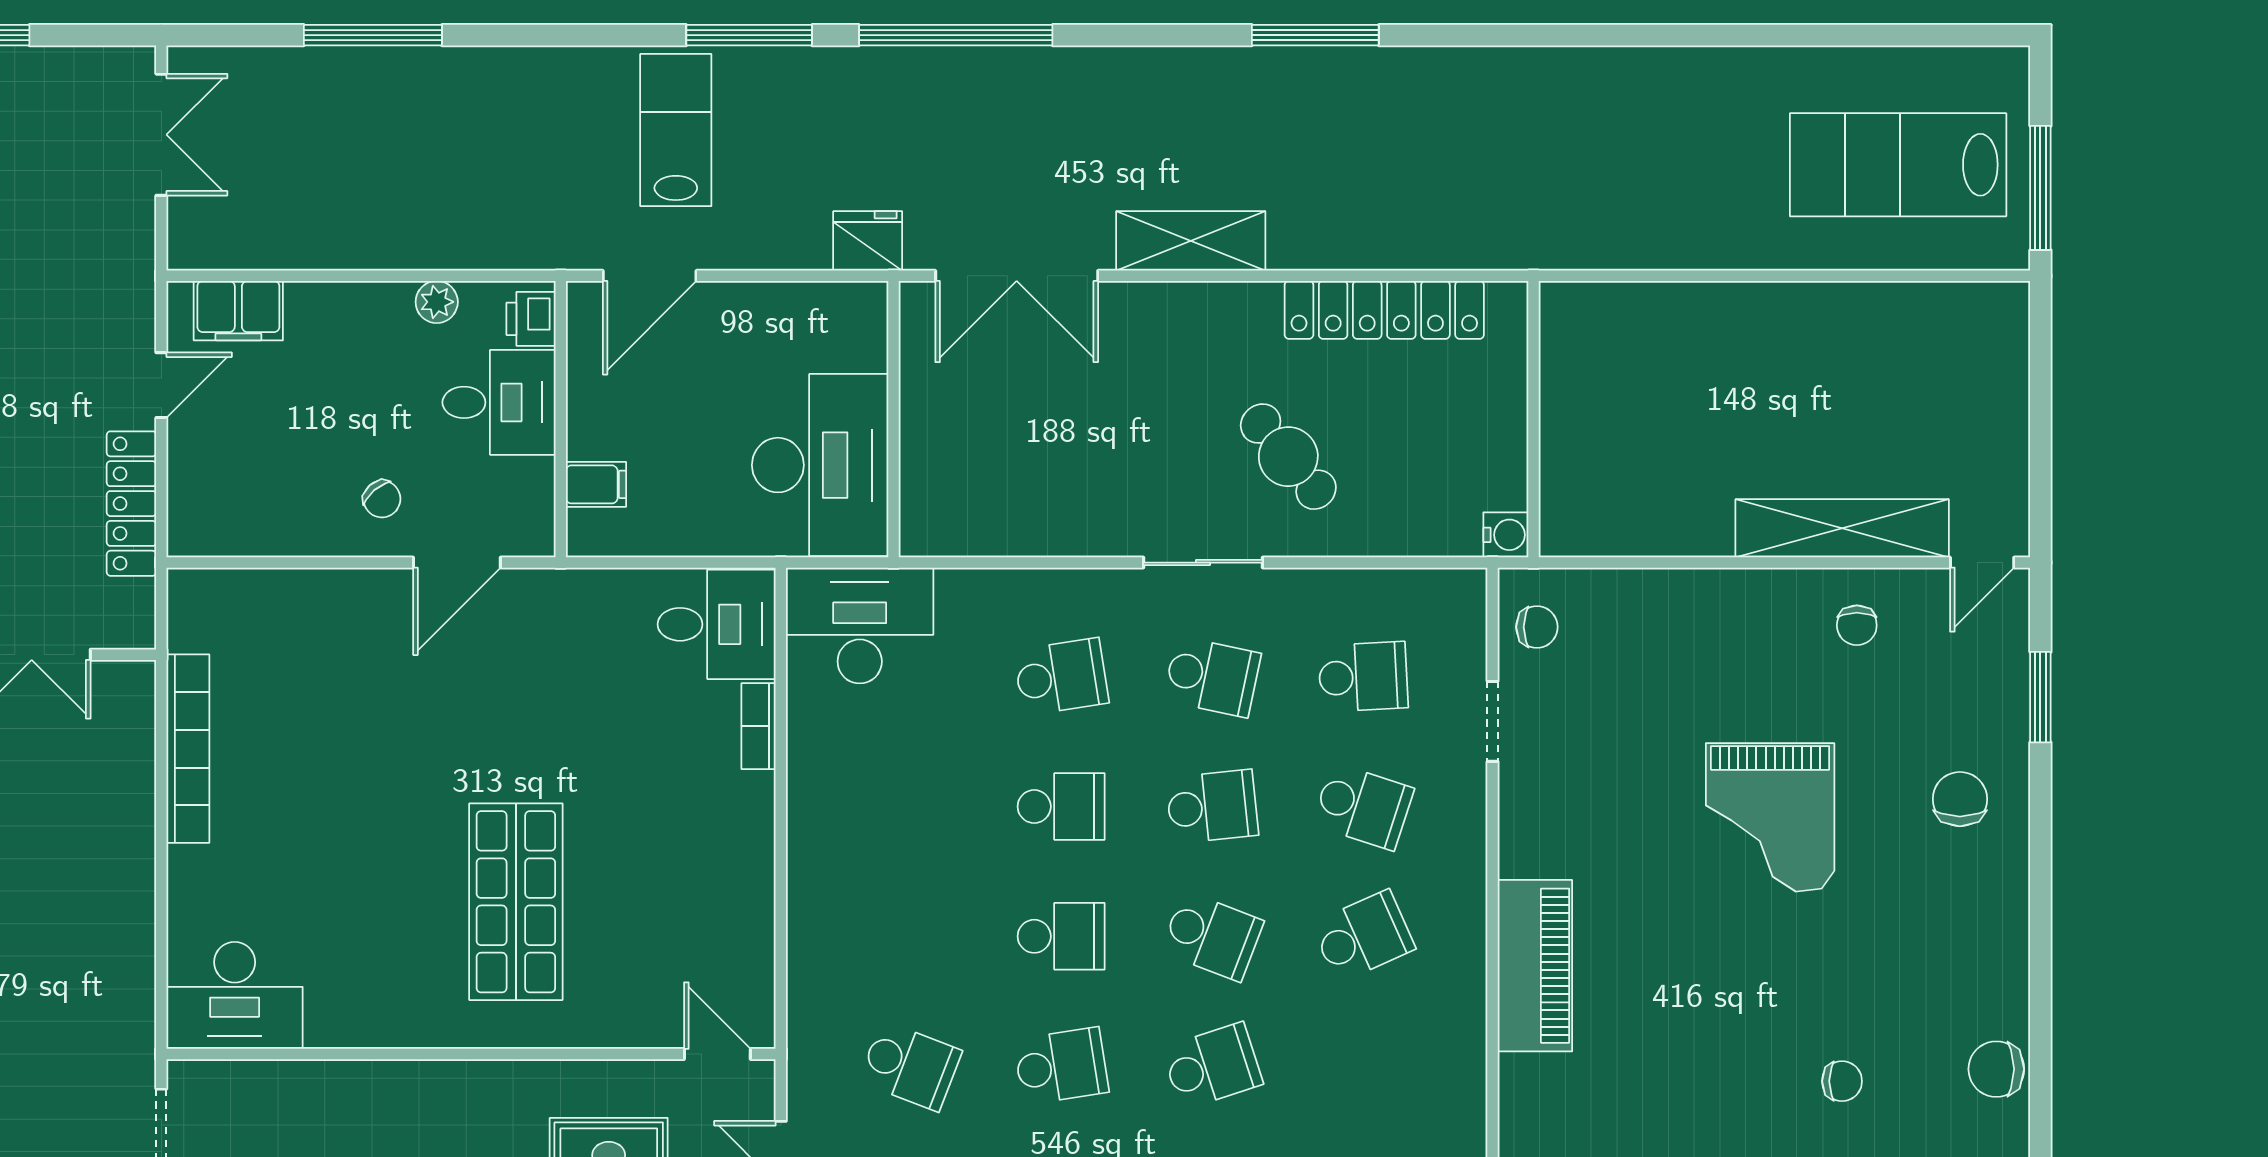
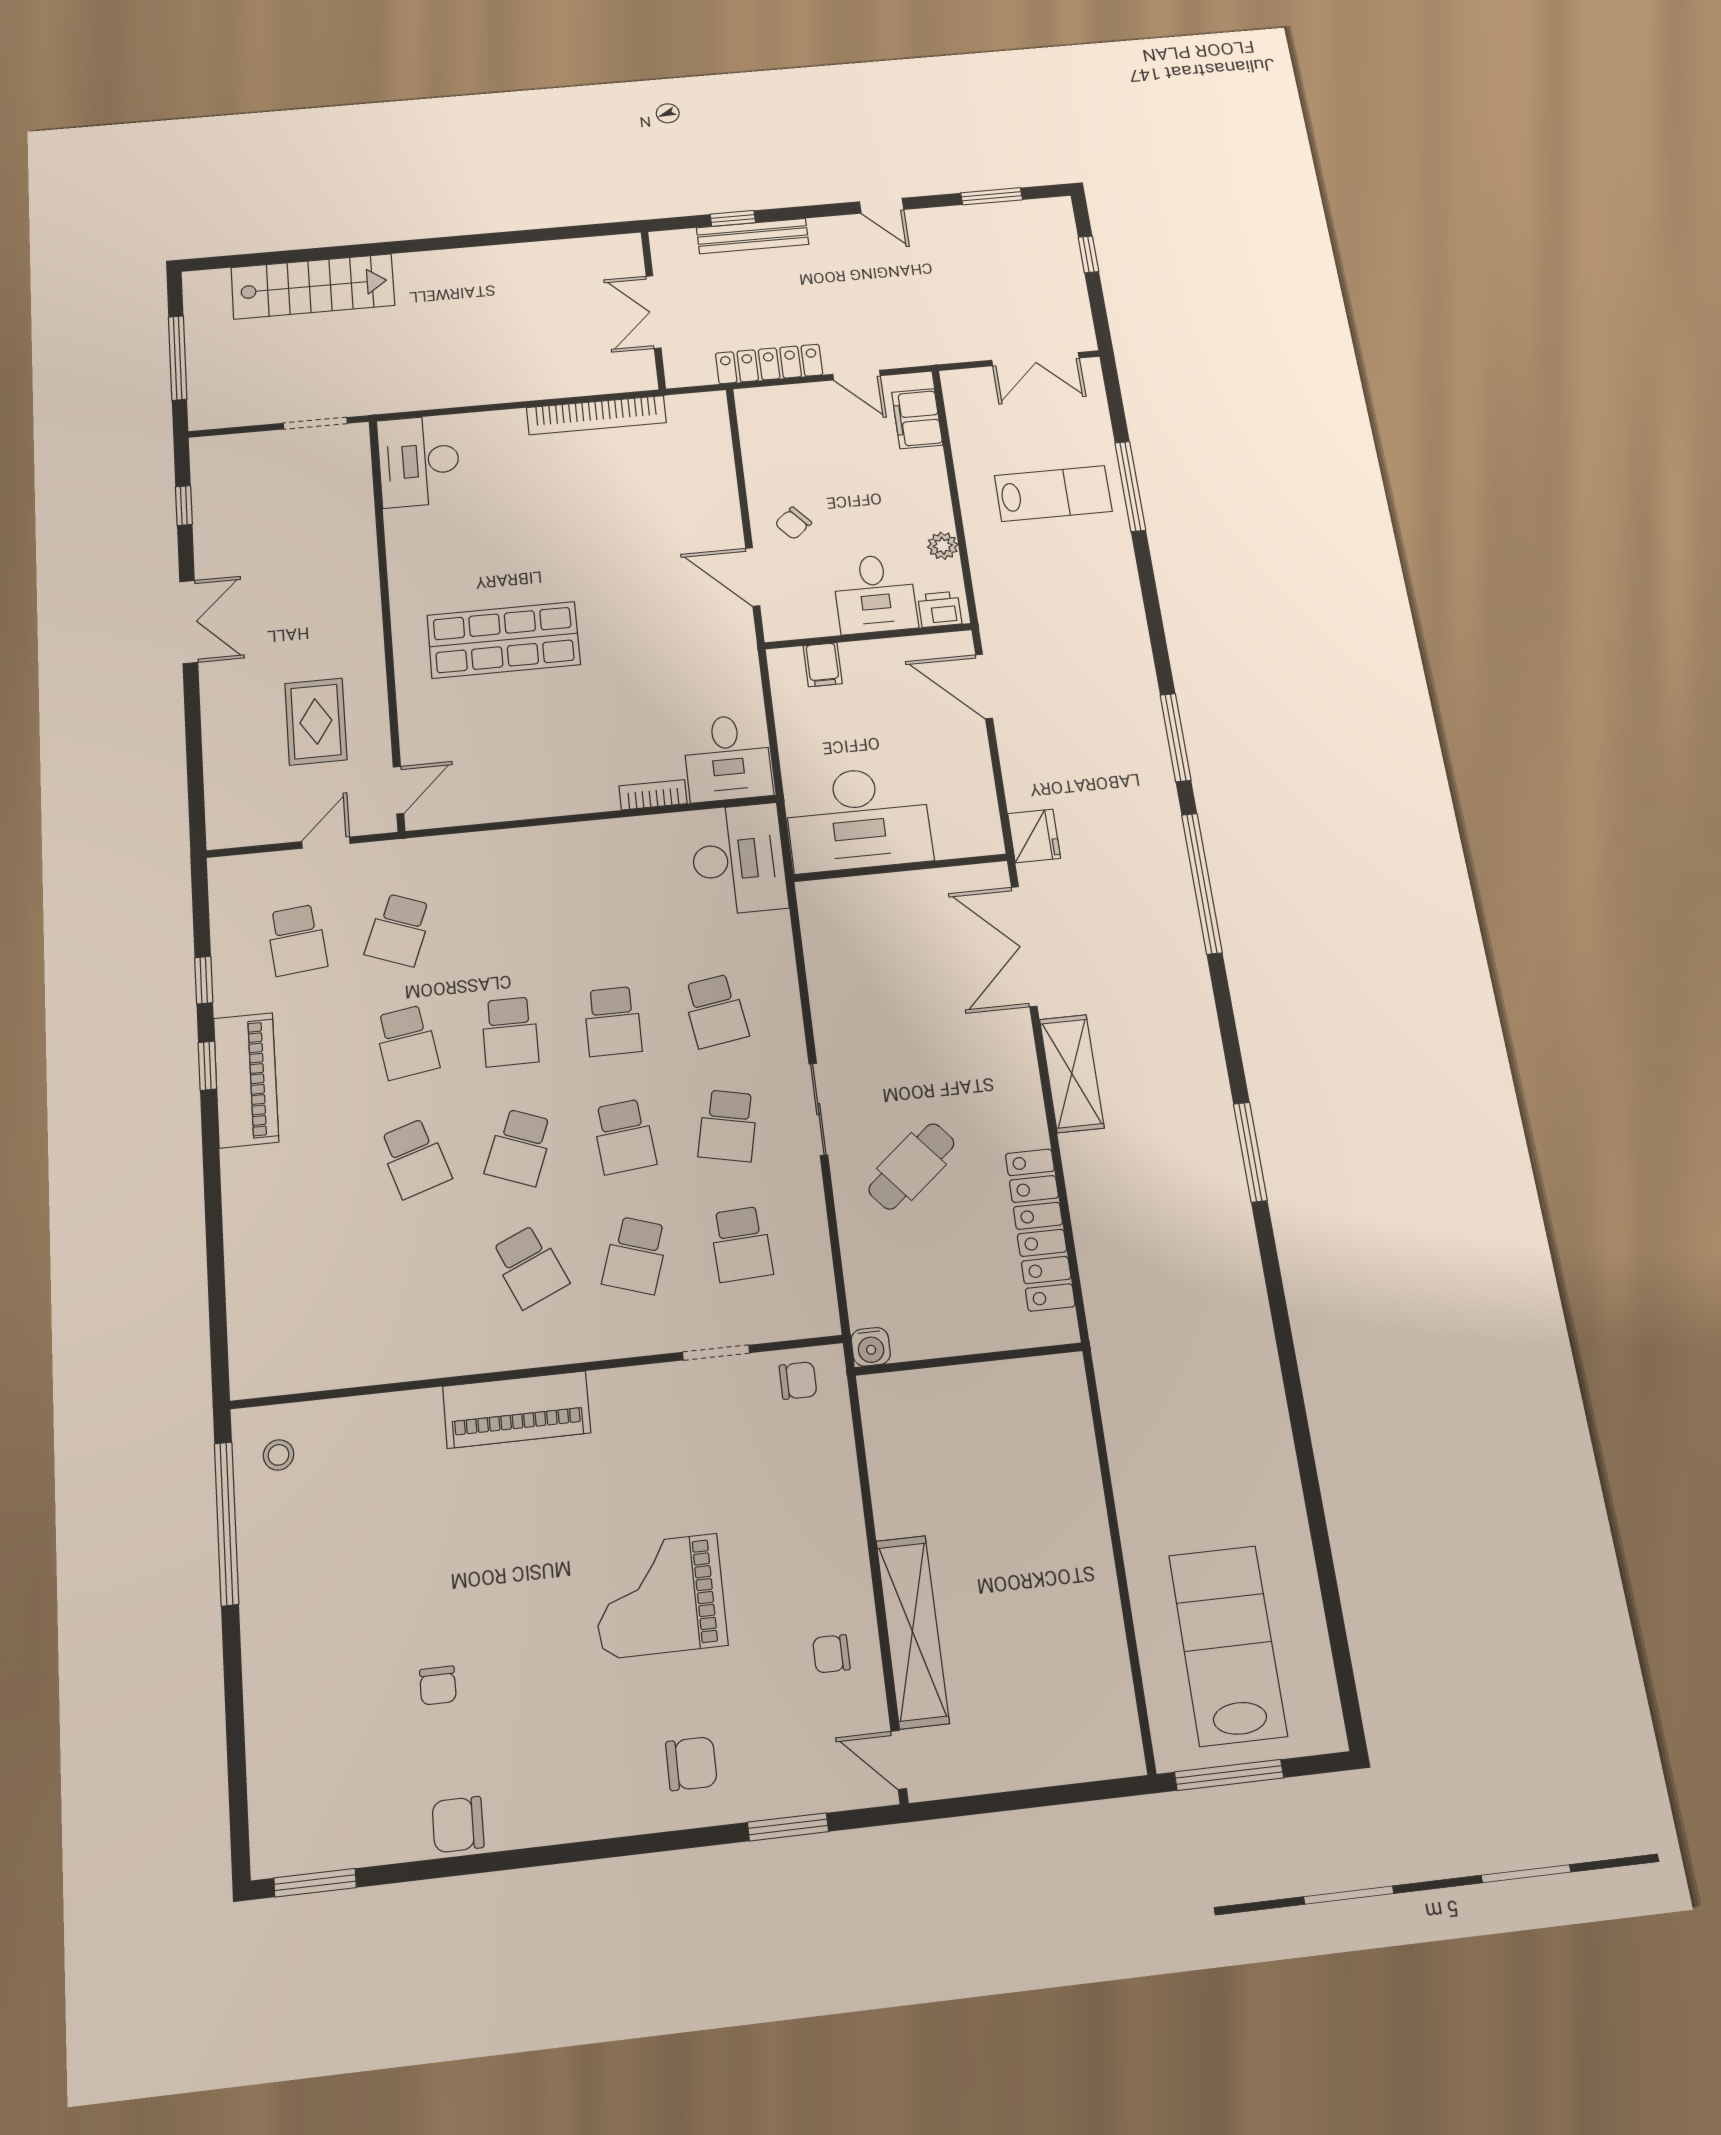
lab bench: (676, 130) -> (1053, 494), moved
chair: (1537, 627) -> (798, 1381), turned -90
chair: (1996, 1069) -> (458, 1825), turned -90

